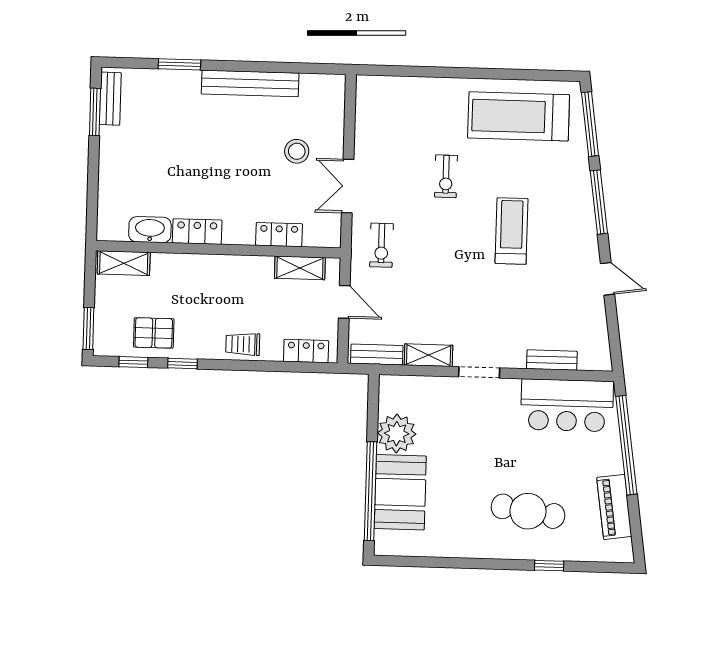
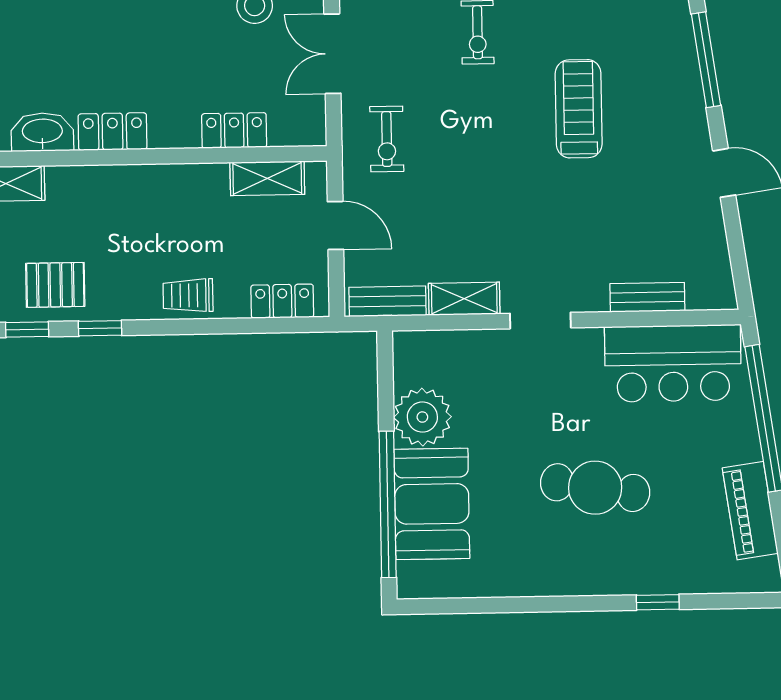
cafe table: (528, 511) -> (595, 488), moved

